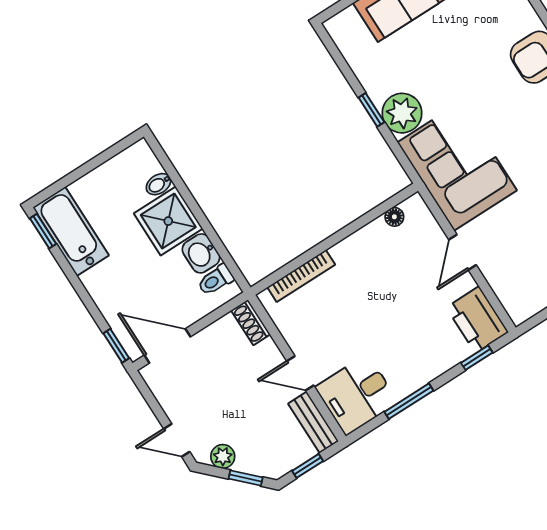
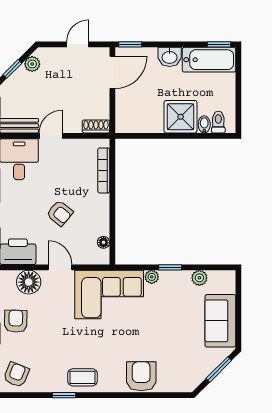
plant: (361, 63) -> (199, 278), added
plant: (402, 113) -> (152, 277), width x0.53, depth x0.53
washbasin: (201, 253) -> (170, 57), moved, turned 180
toilet: (216, 280) -> (218, 122), moved
floor lamp: (508, 281) -> (29, 282), added
armchair: (393, 298) -> (60, 213), added
door: (177, 440) -> (78, 44), moved

